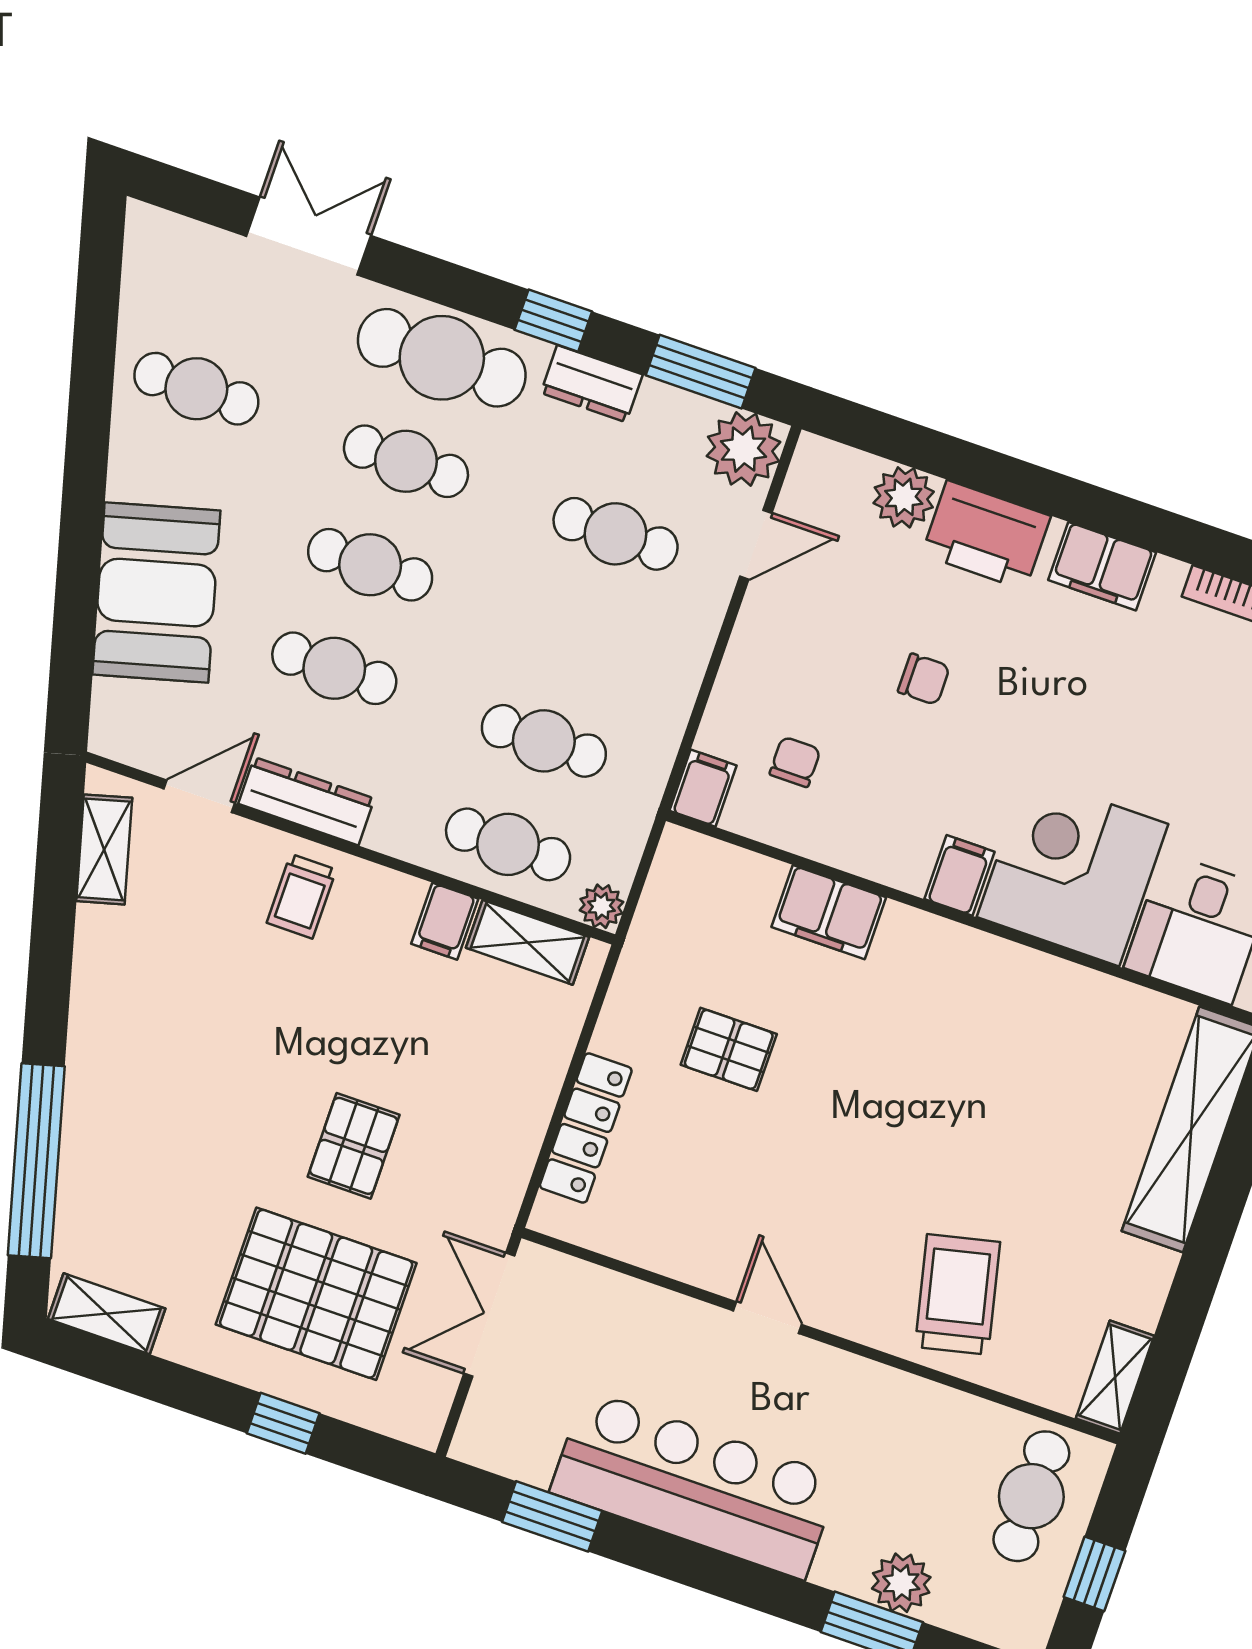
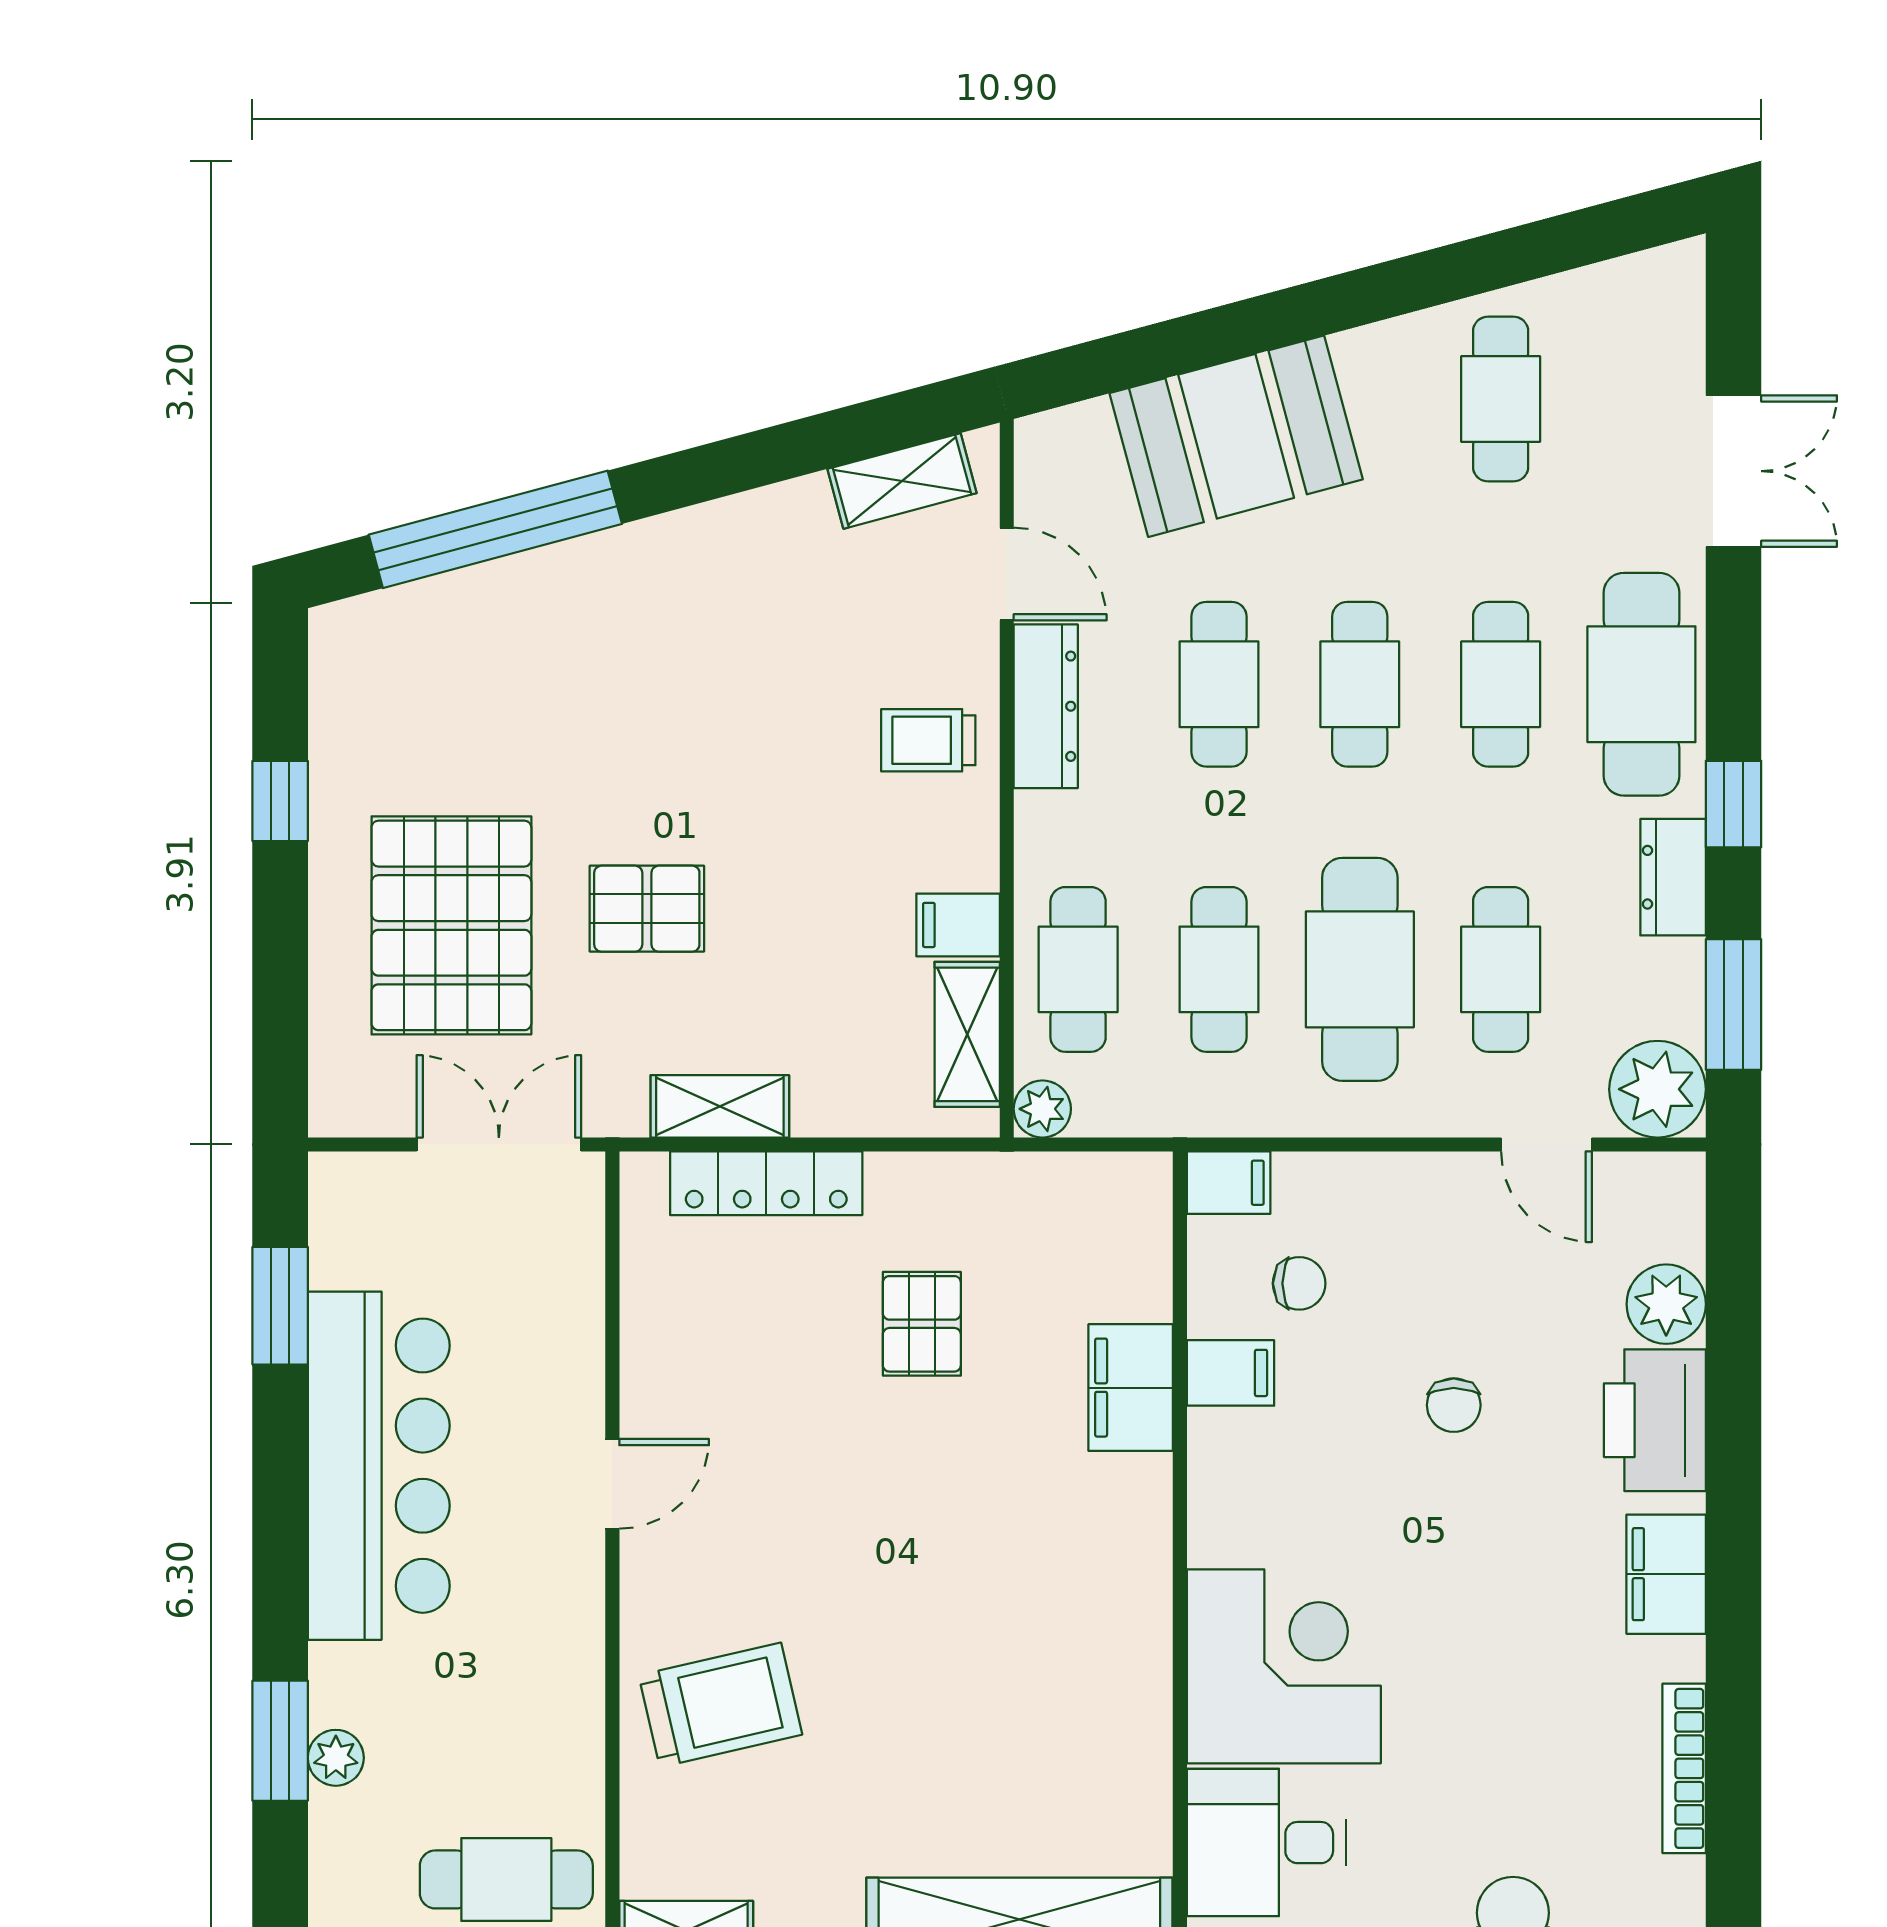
cafe table: (580, 637) -> (1360, 969), added
filing cabinet: (959, 875) -> (1230, 1373), moved
shelving: (107, 1314) -> (720, 1106), moved, turned 90
window: (283, 1423) -> (280, 801), moved
plant: (901, 1583) -> (336, 1758), width x0.73, depth x0.73

